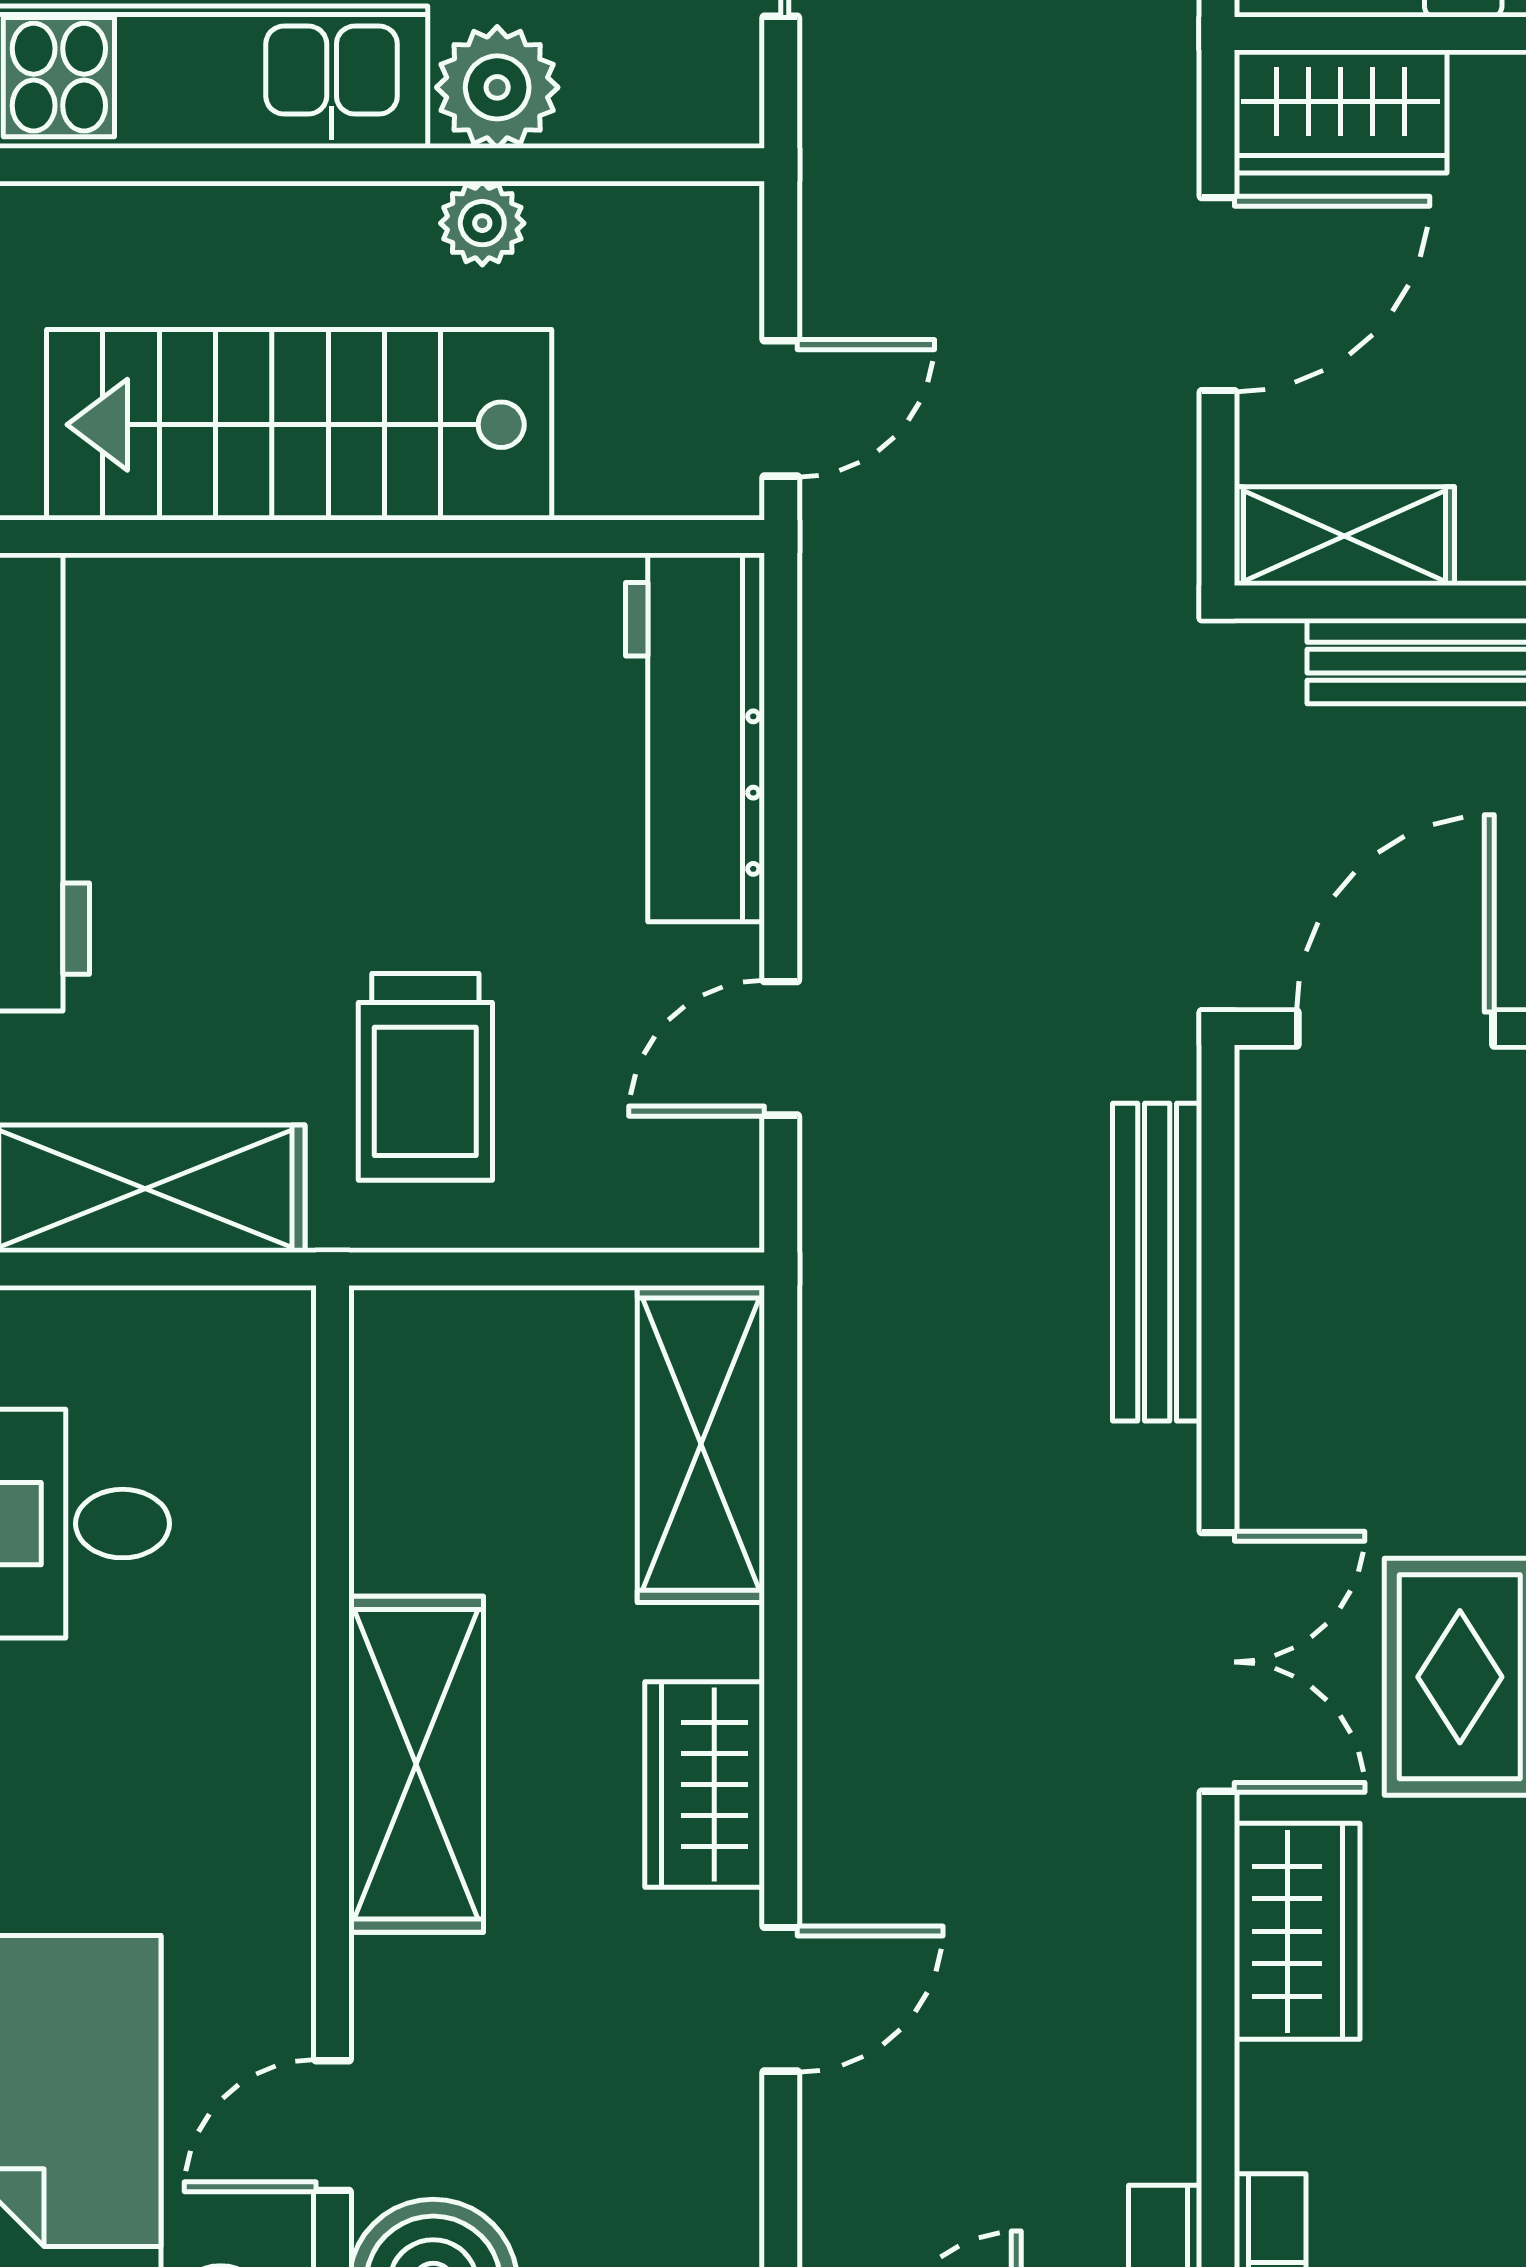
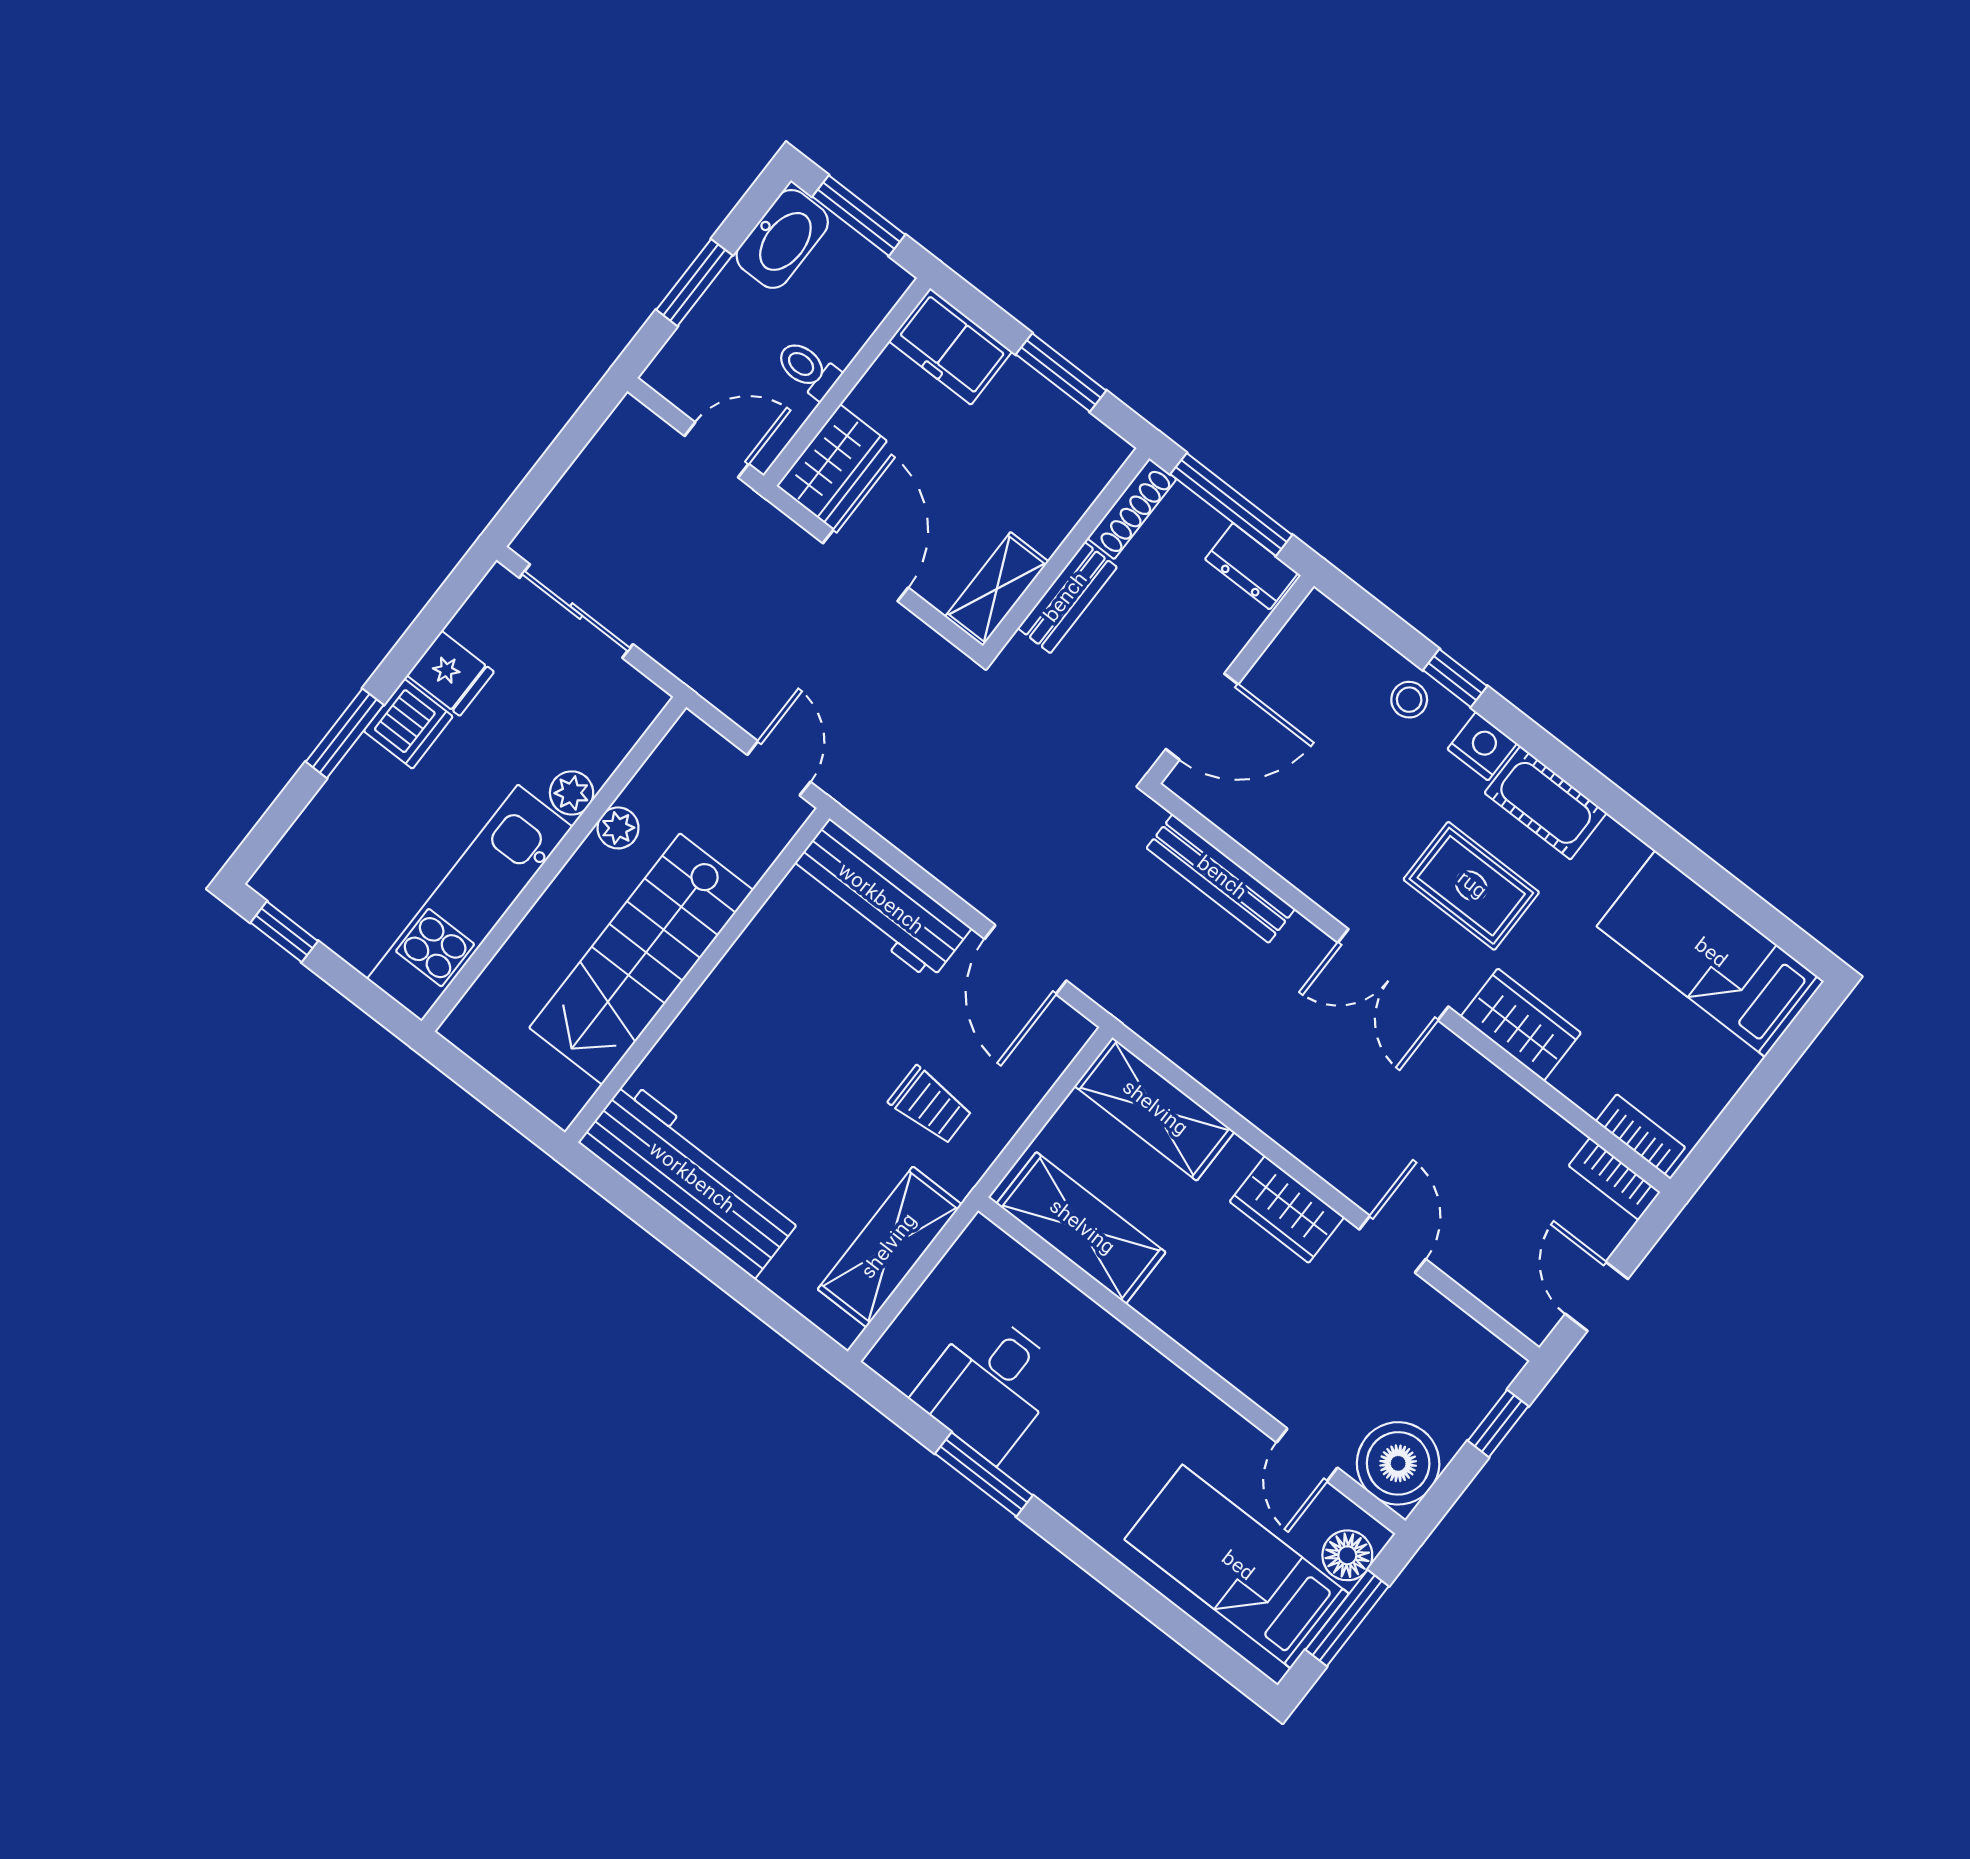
plant: (497, 87) -> (572, 793), width x0.73, depth x0.73
door: (1395, 1028) -> (1202, 717), swing flipped
door: (781, 1048) -> (1026, 960), width x1.38
trolley: (425, 1077) -> (930, 1105), width x0.73, depth x0.72
double door: (1218, 1662) -> (1393, 975), swing flipped
shelving: (416, 1764) -> (1081, 1228), moved

